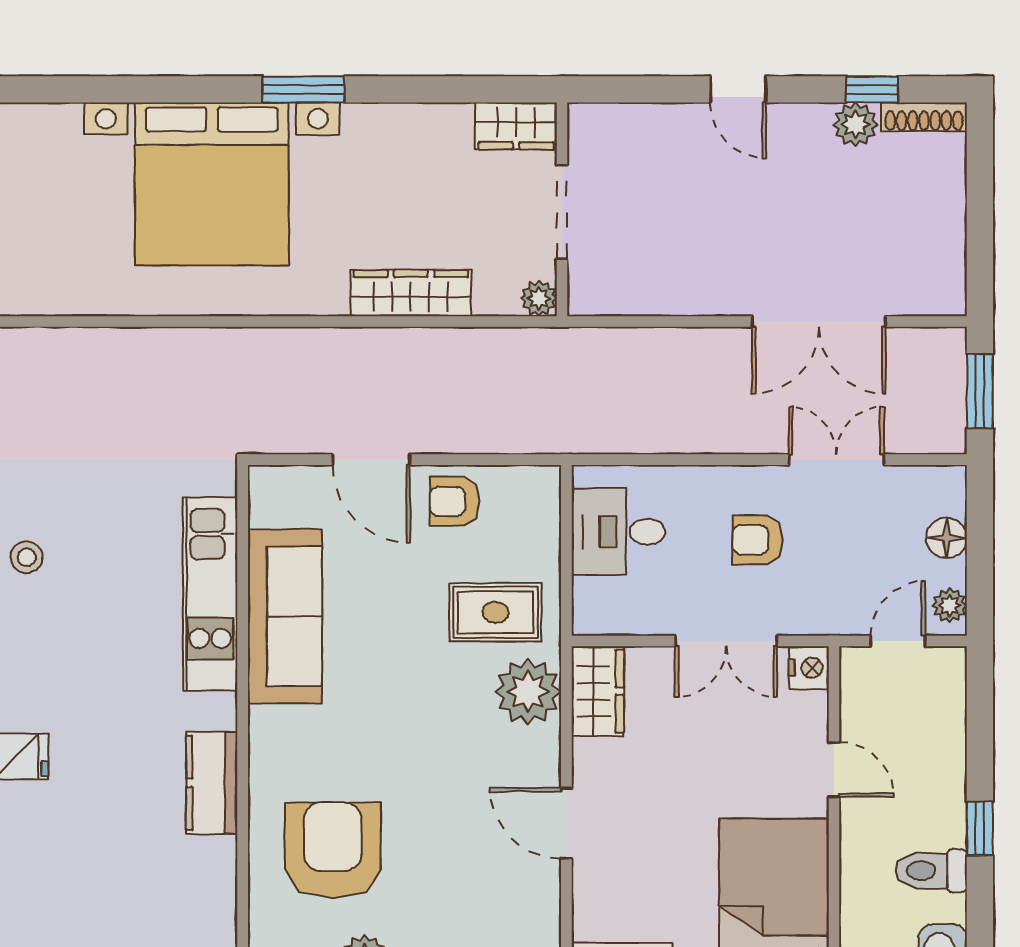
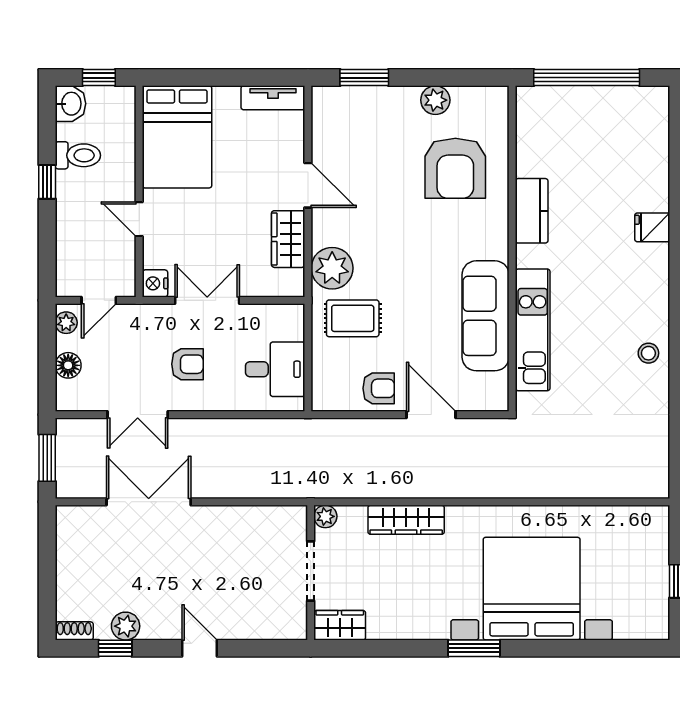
shoe rack: (924, 117) -> (74, 631), width x0.70
wardrobe: (598, 691) -> (288, 239), moved

